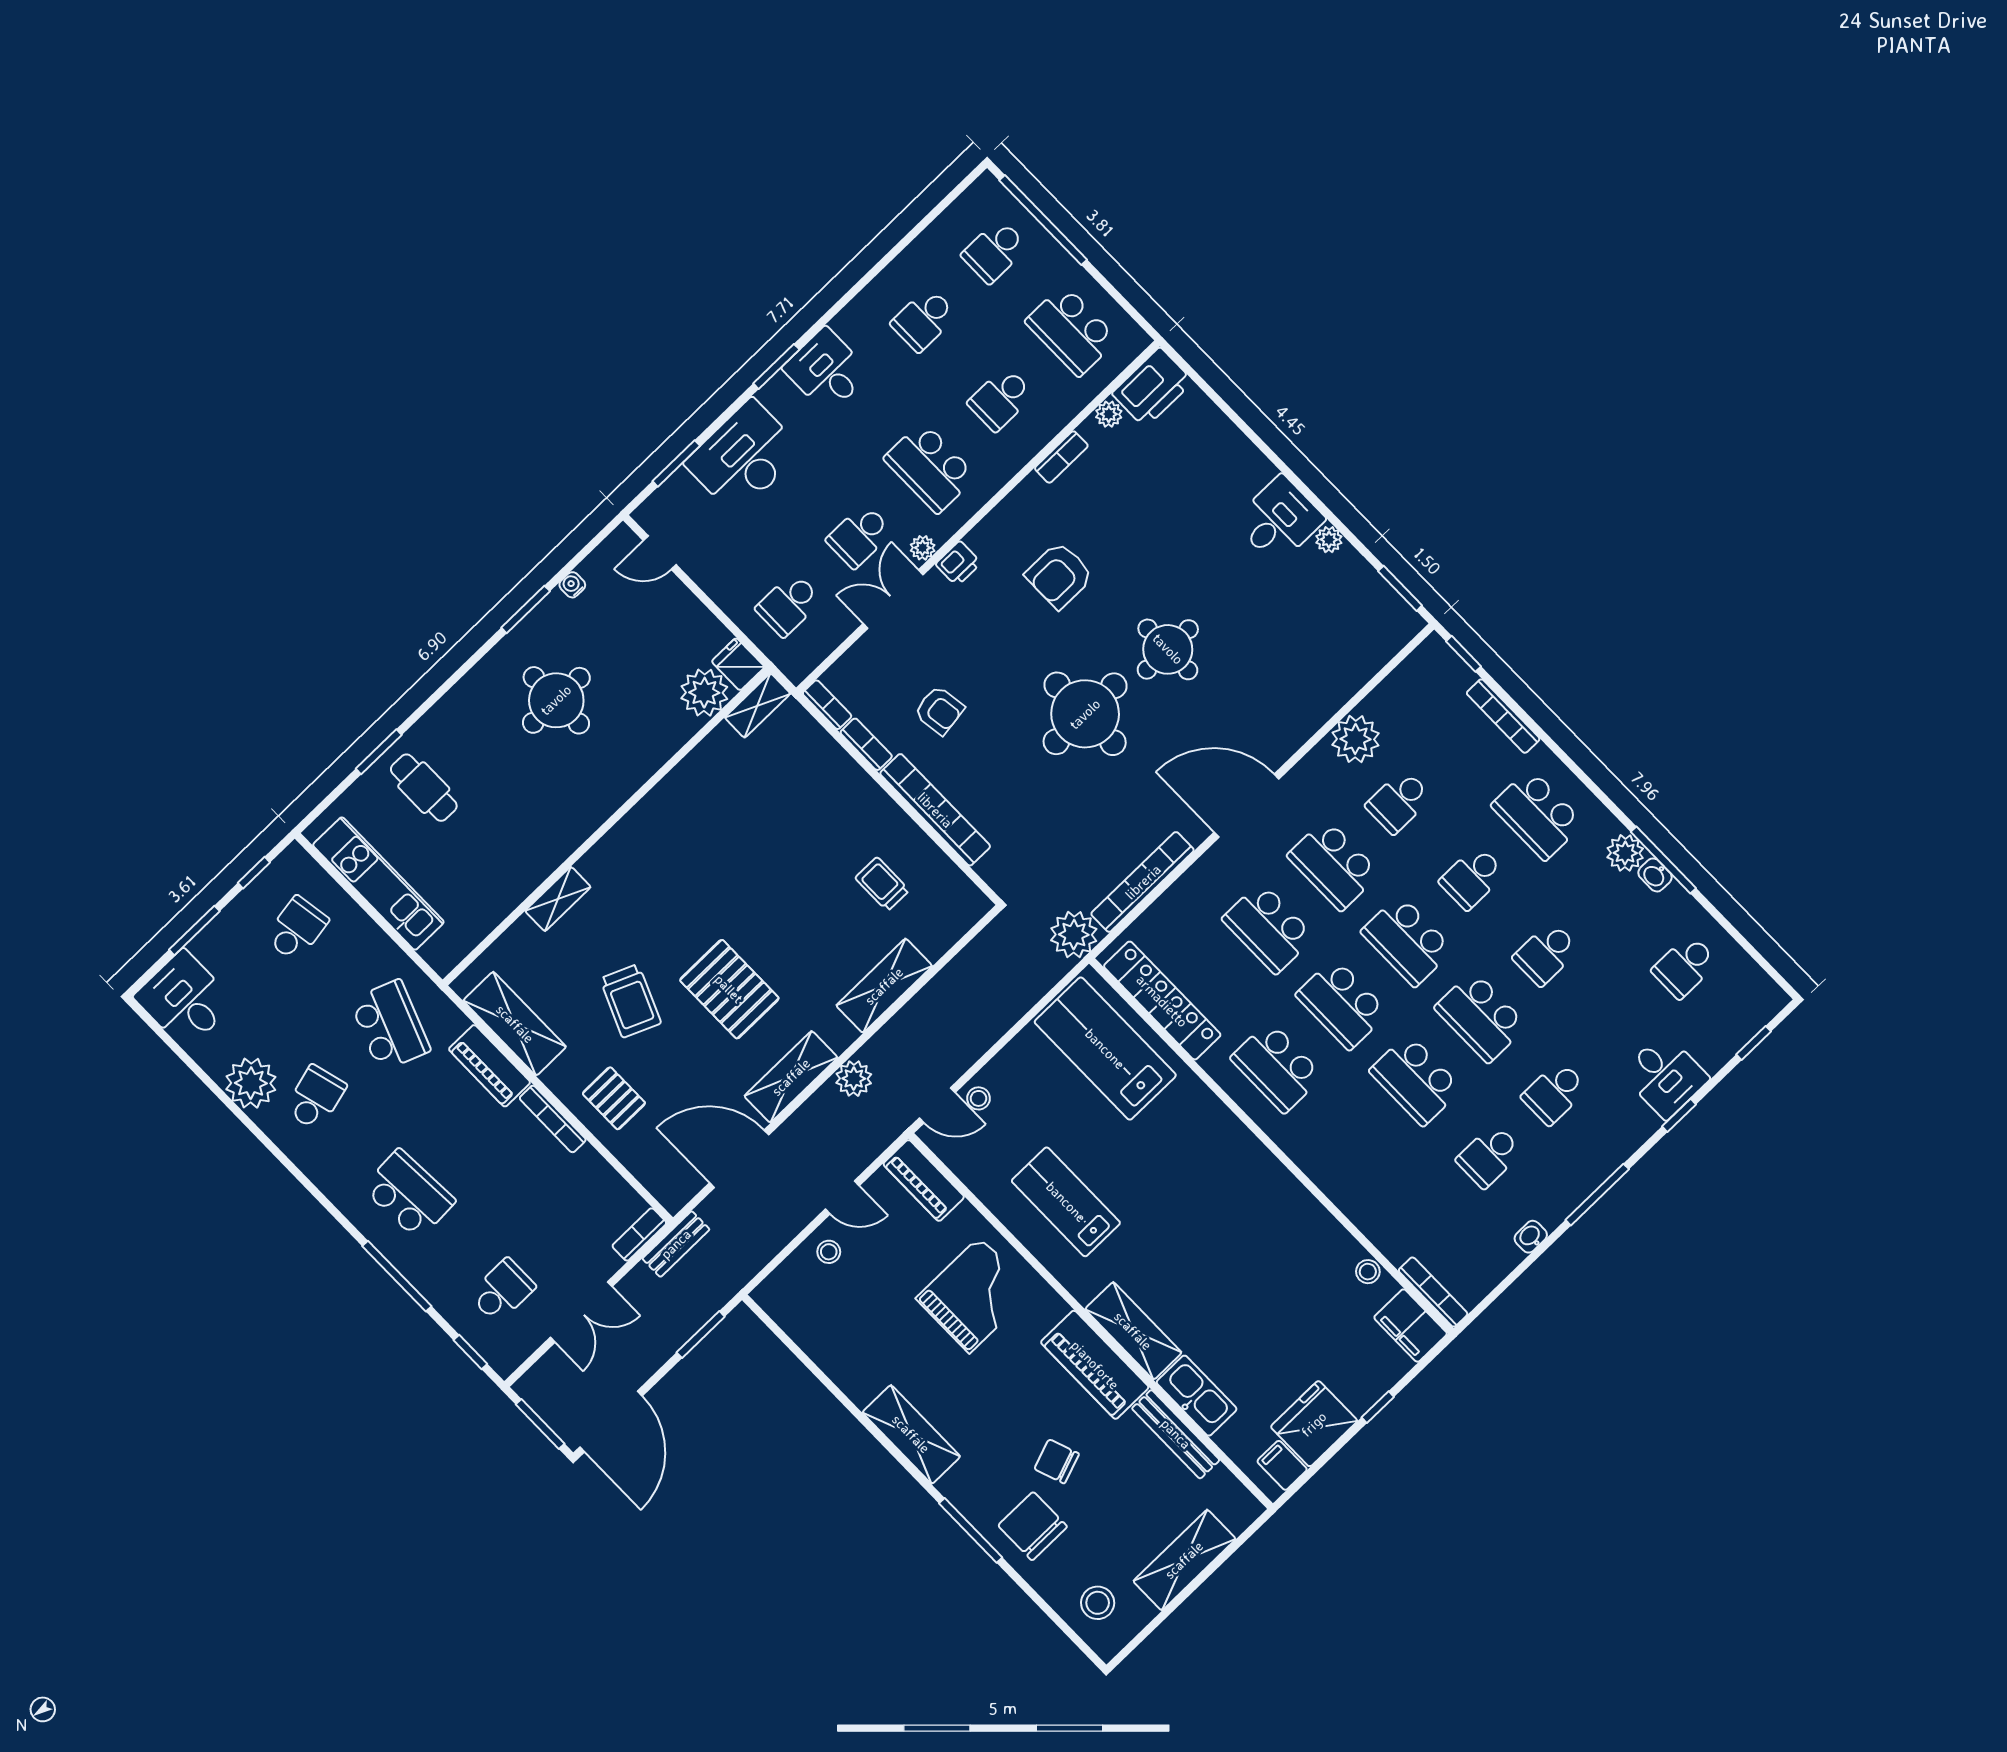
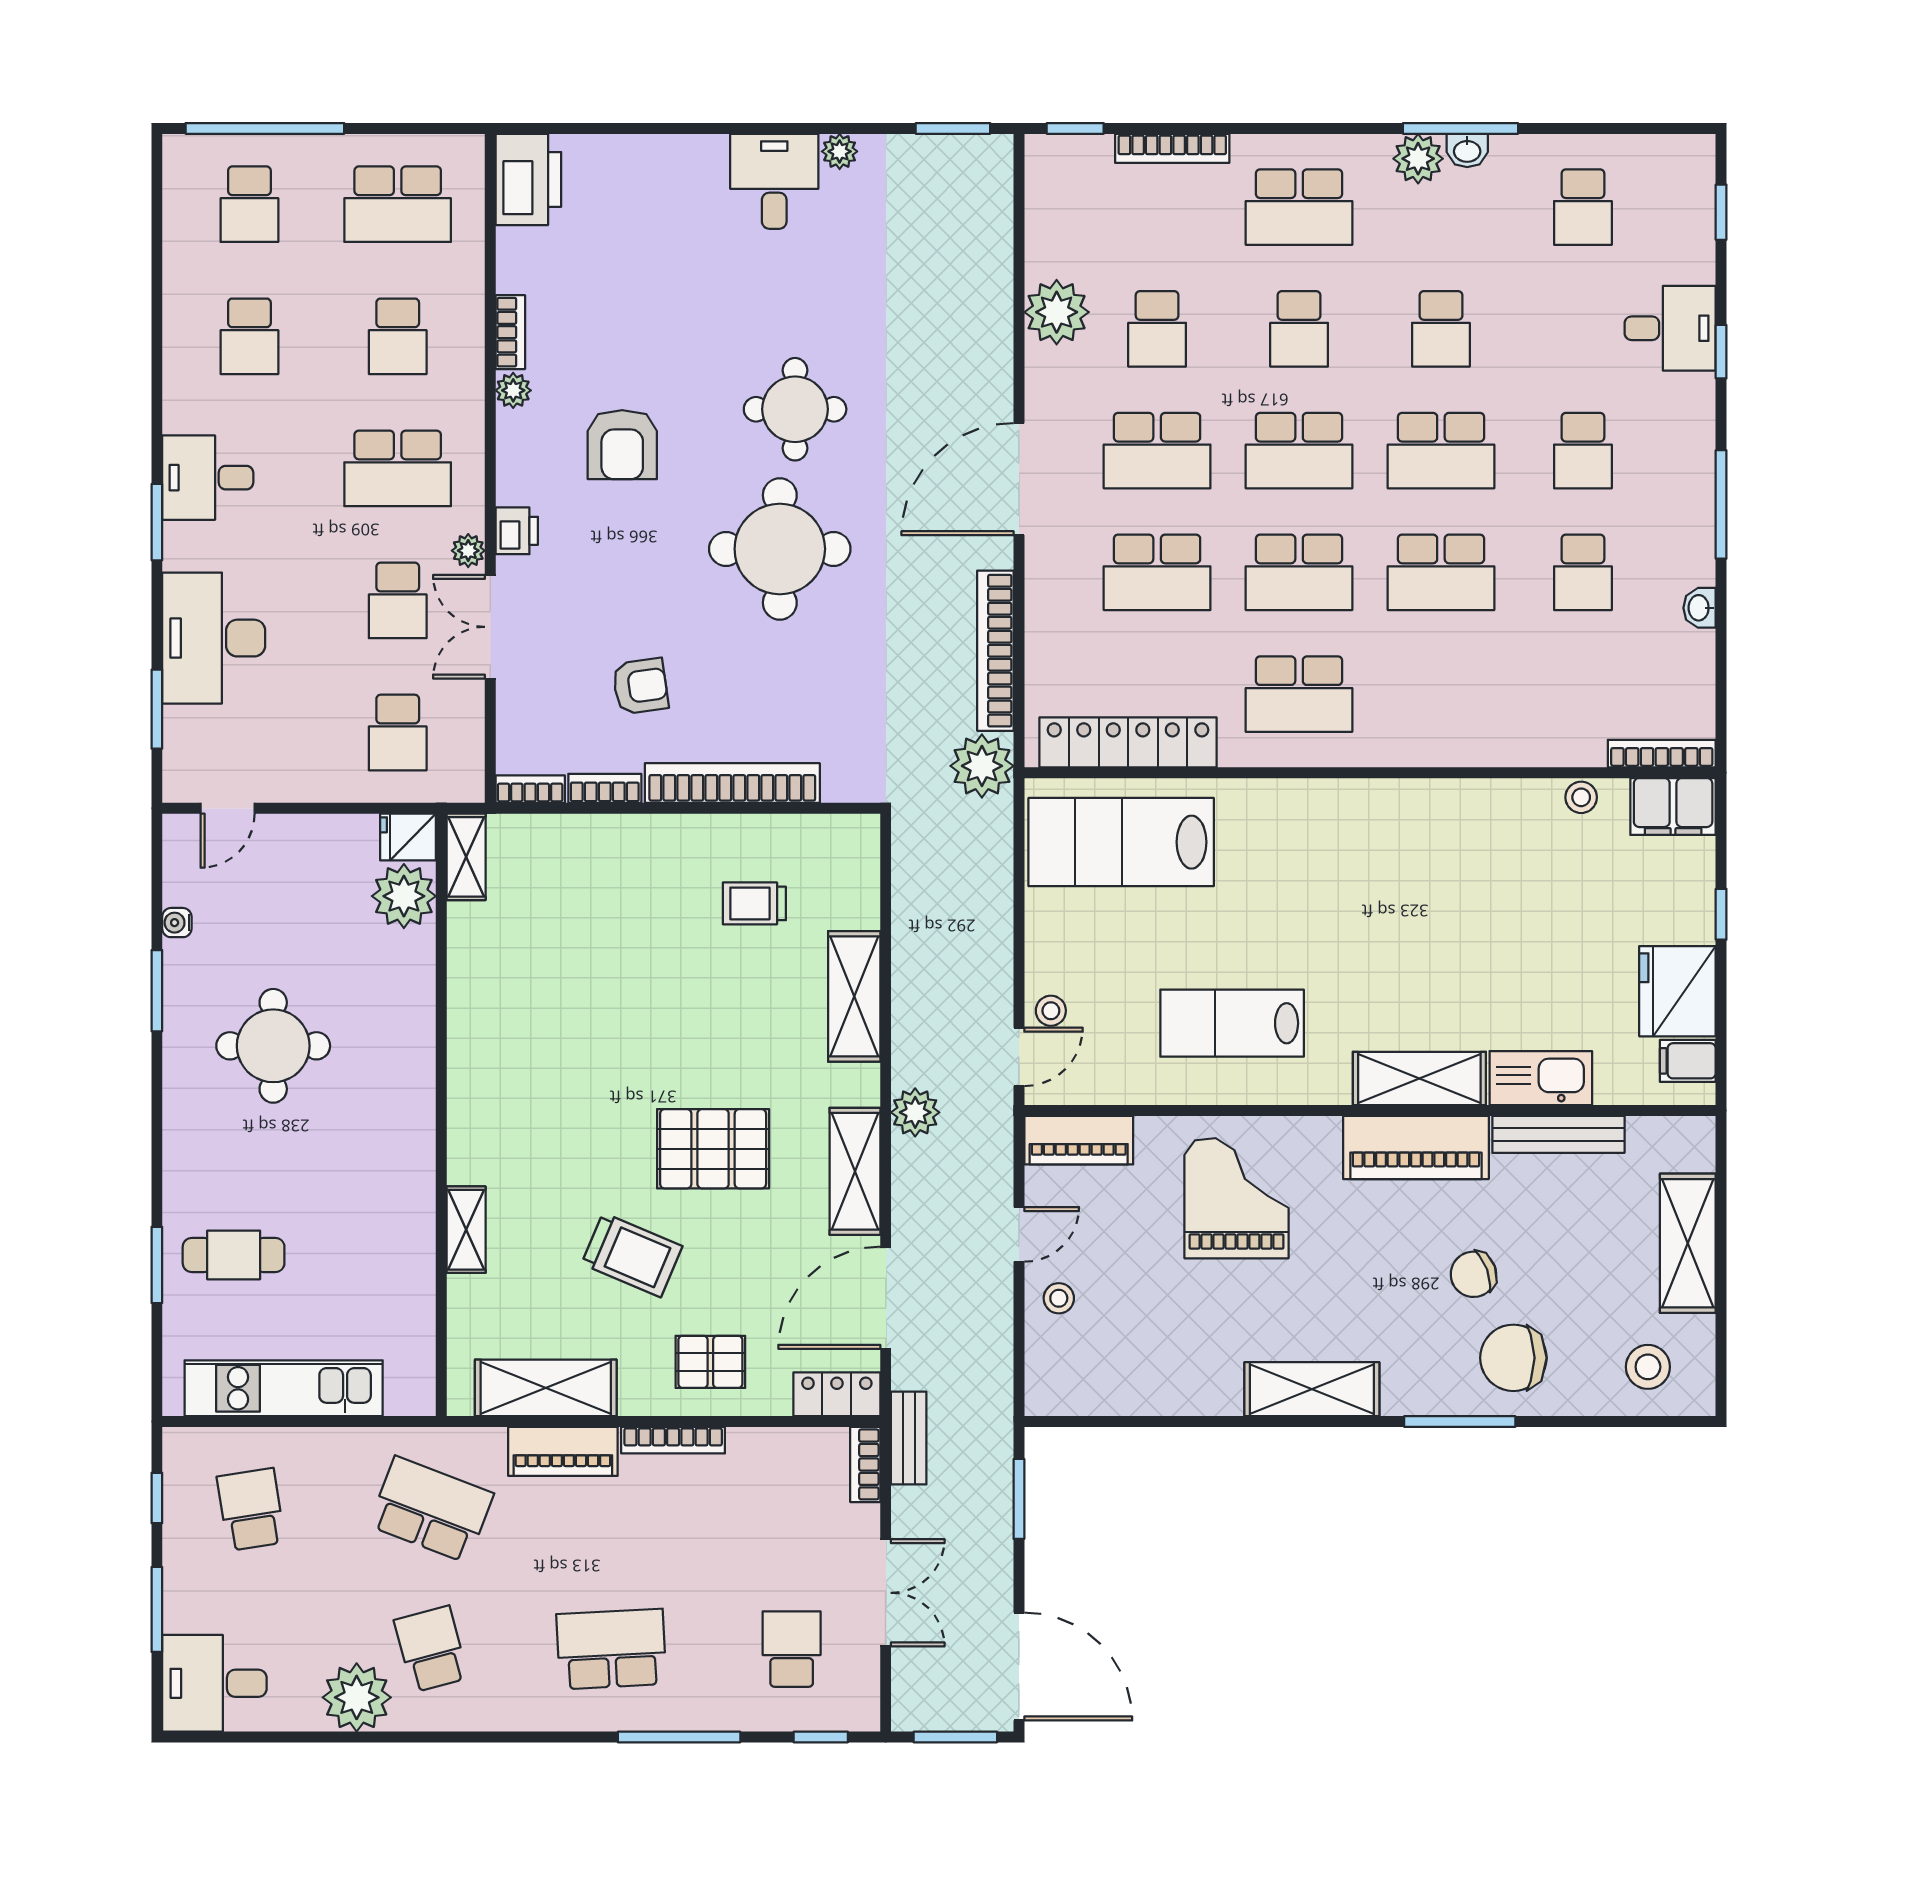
plant: (1109, 414) -> (513, 390), moved
locker: (662, 1183) -> (837, 1394), added

